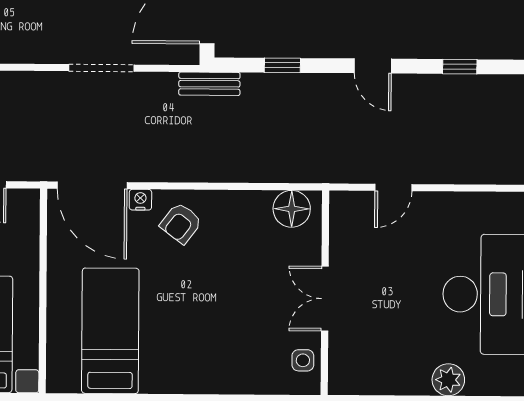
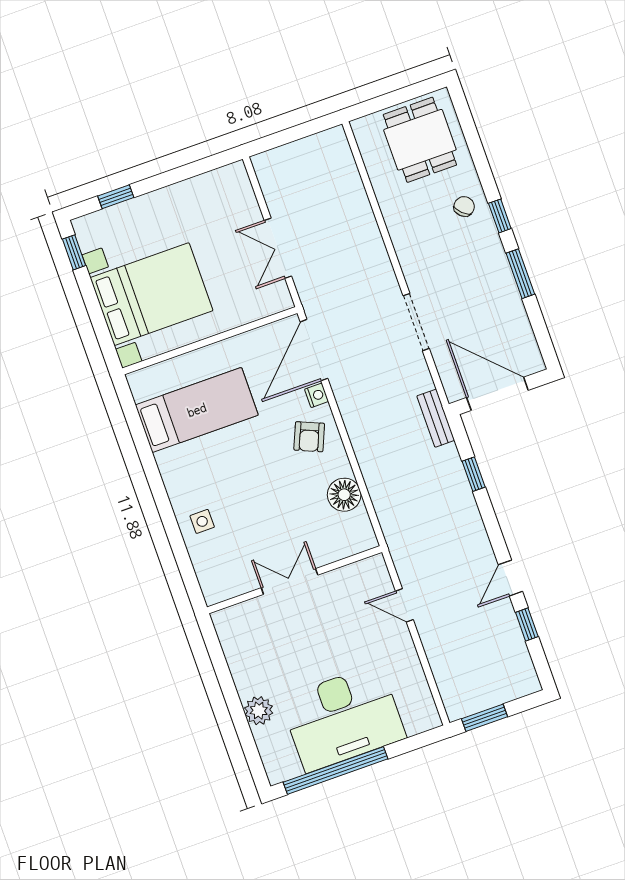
door: (373, 66) -> (510, 578), moved
floor lamp: (292, 209) -> (344, 495), moved
armchair: (181, 223) -> (309, 437), turned -104
side table: (303, 360) -> (202, 521), moved

